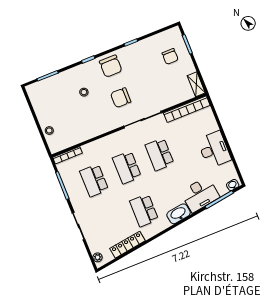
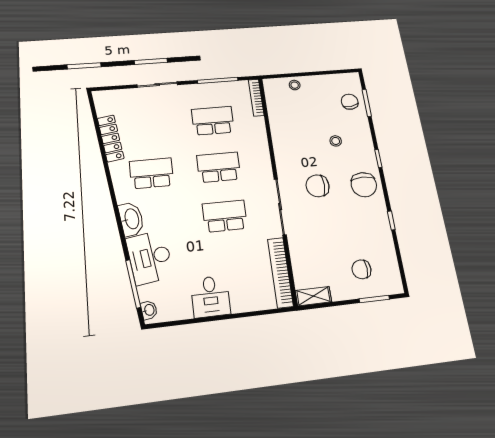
chair: (111, 66) -> (364, 185), turned -90
chair: (50, 88) -> (350, 102), added
chair: (121, 98) -> (318, 186), turned -90
desk: (214, 150) -> (210, 297), width x0.73
plant: (98, 257) -> (107, 96), removed

